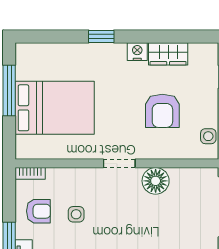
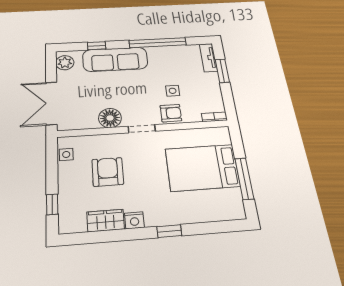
armchair: (38, 211) -> (171, 113), moved, turned 180

